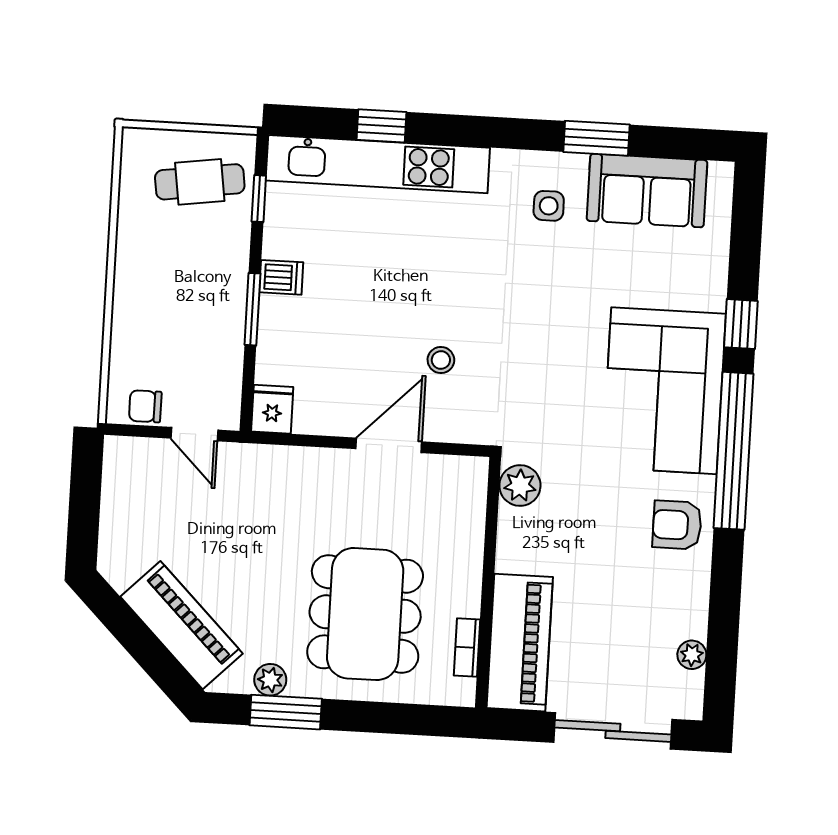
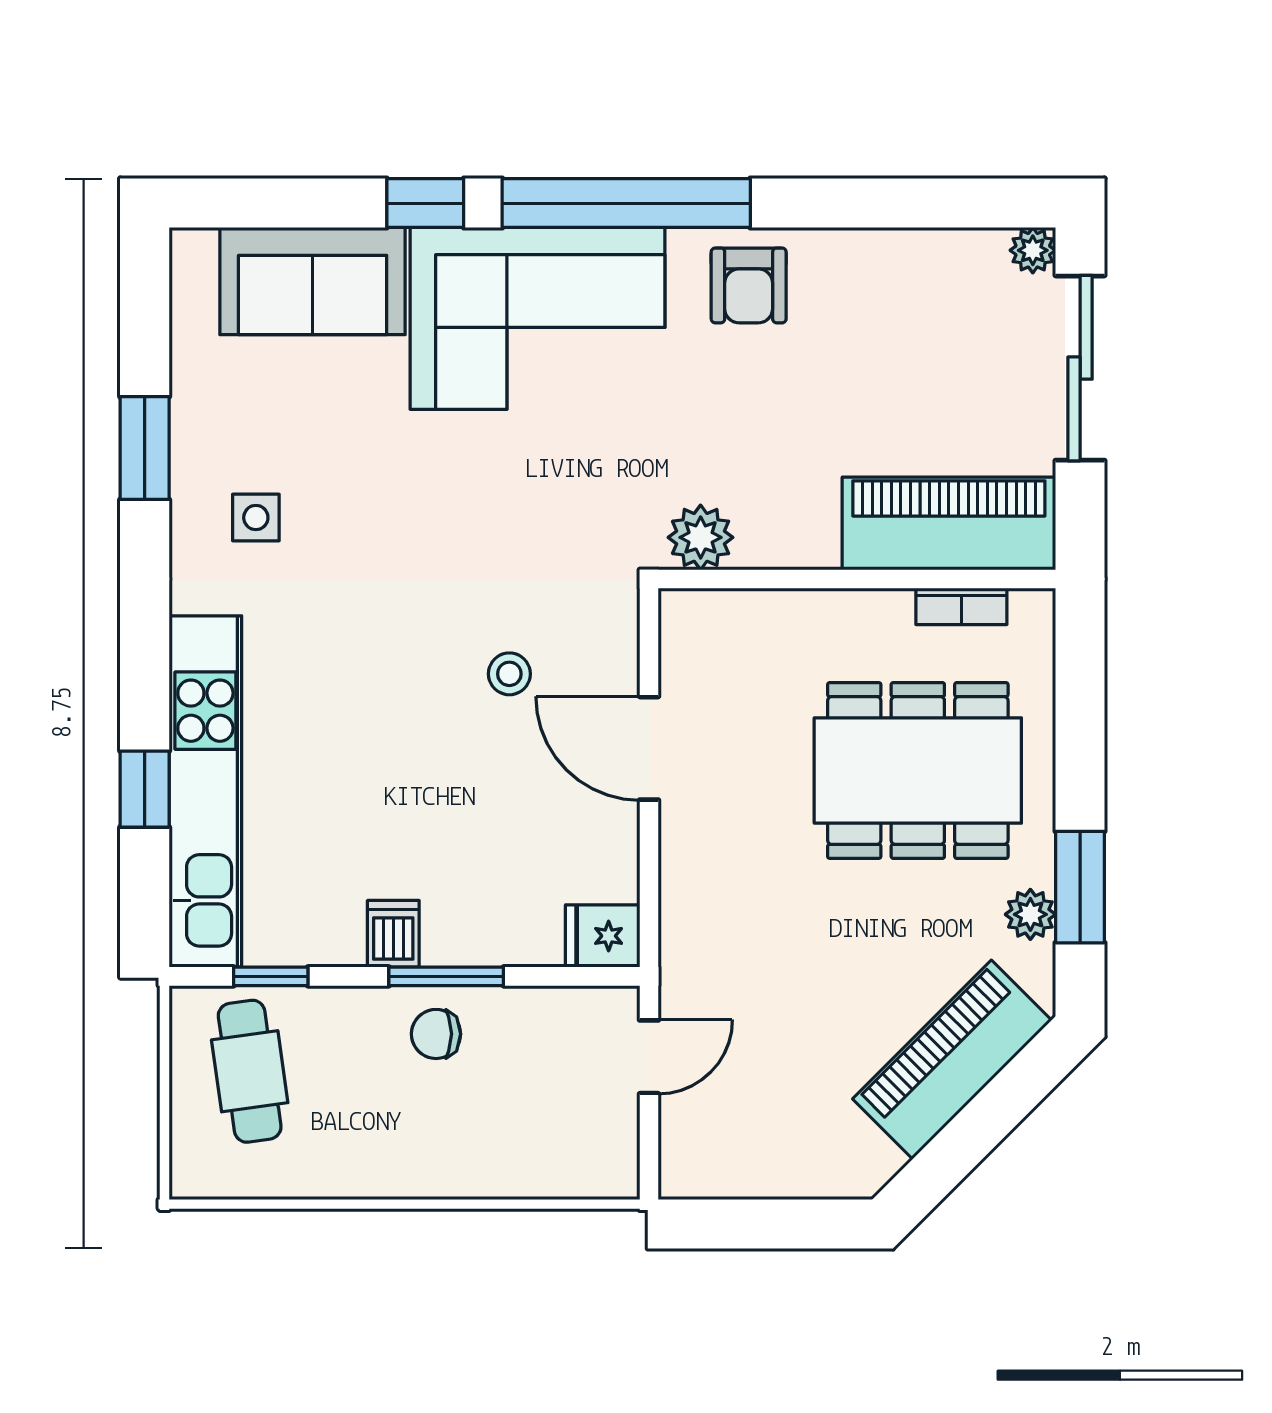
sofa: (647, 191) -> (313, 281), moved, turned 90
chair: (145, 406) -> (436, 1034), moved, turned 90
plant: (692, 655) -> (1033, 250), moved

